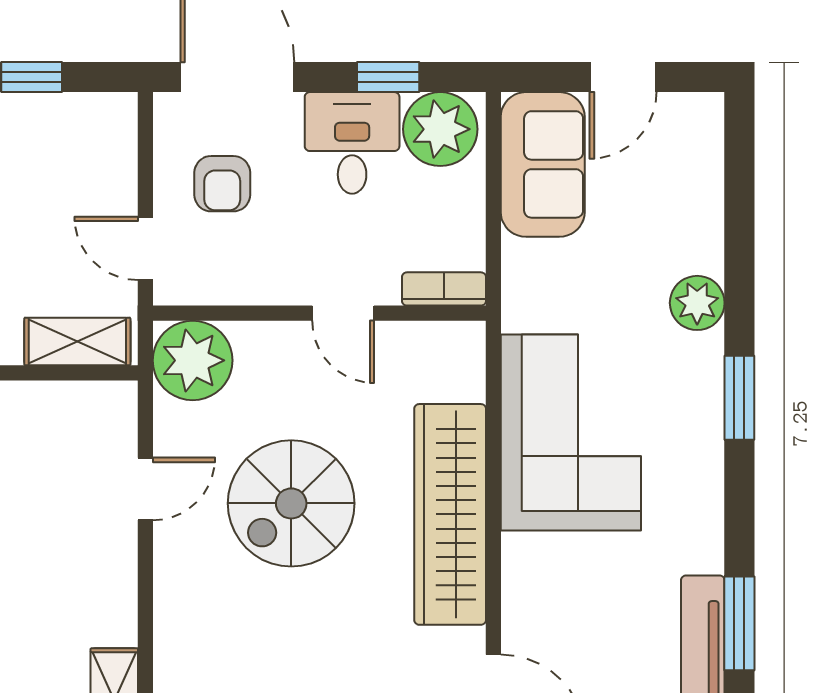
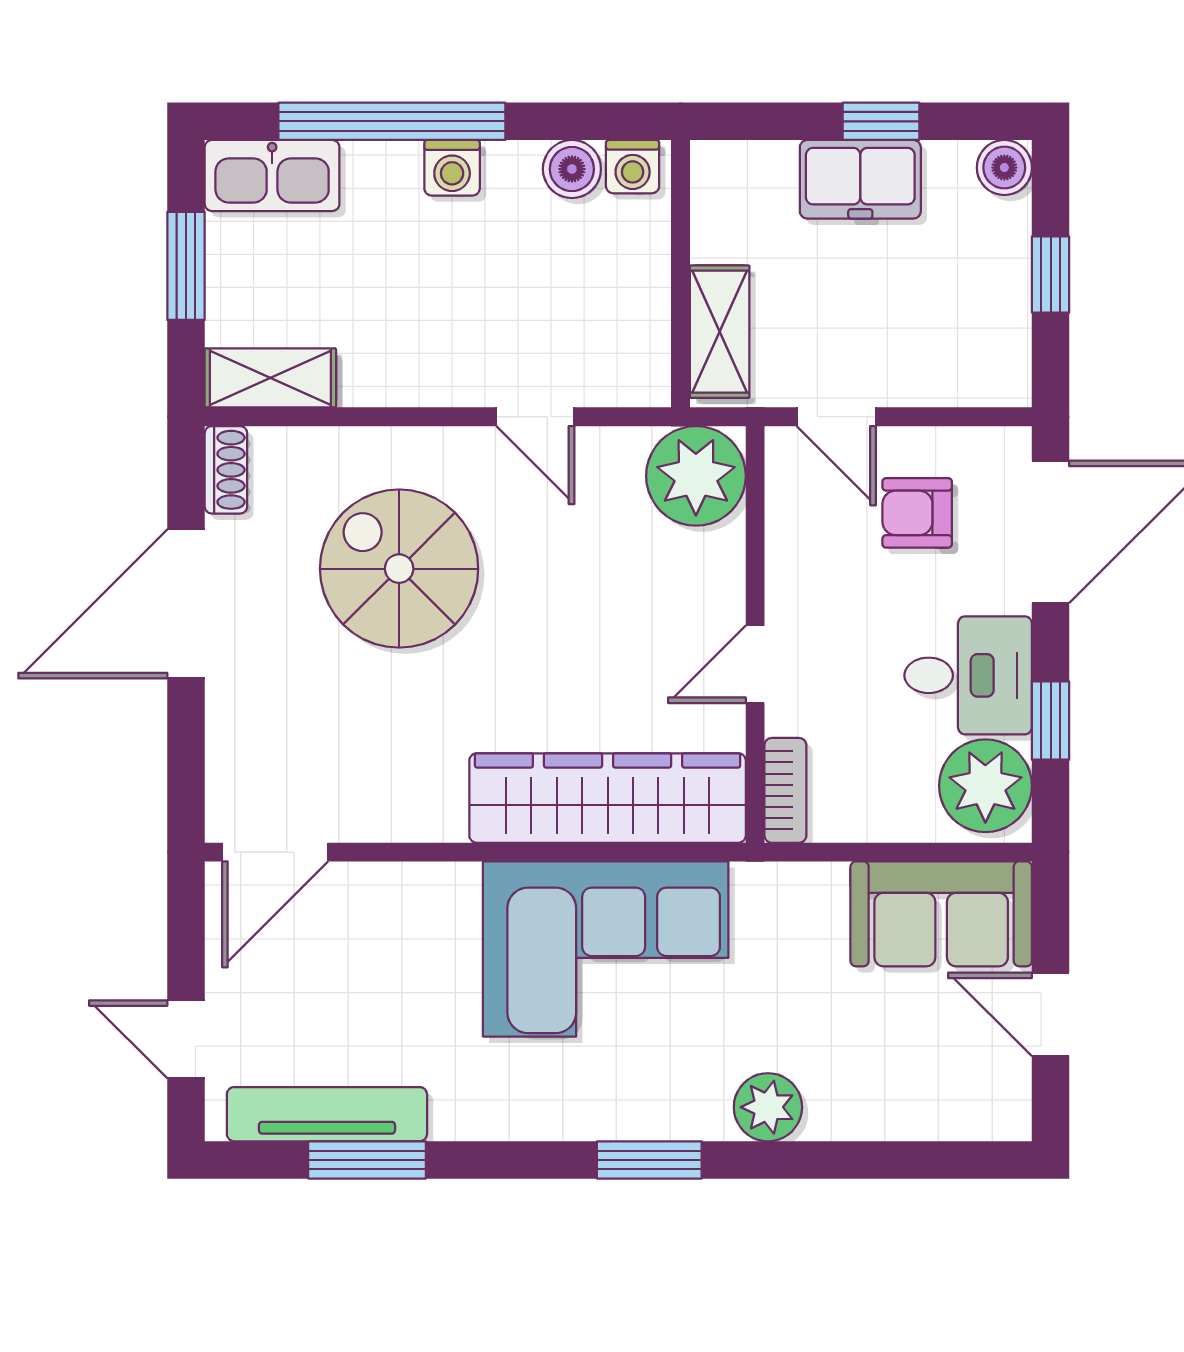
door: (145, 248) -> (836, 417), swing flipped
spiral stairs: (291, 503) -> (399, 569), moved
wardrobe: (450, 514) -> (608, 798), moved

